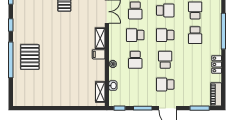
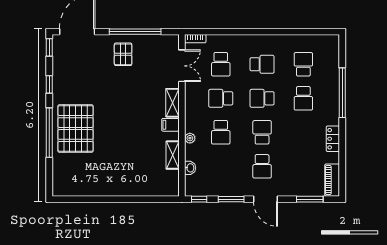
pallet: (30, 57) -> (76, 128), width x1.37, depth x1.41
school desk: (165, 84) -> (262, 166), turned -90
shelving: (100, 92) -> (173, 155), moved

